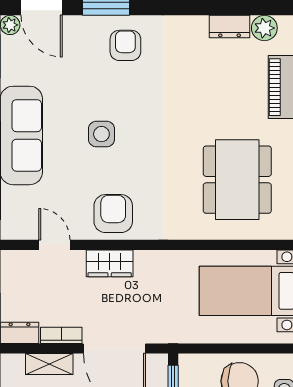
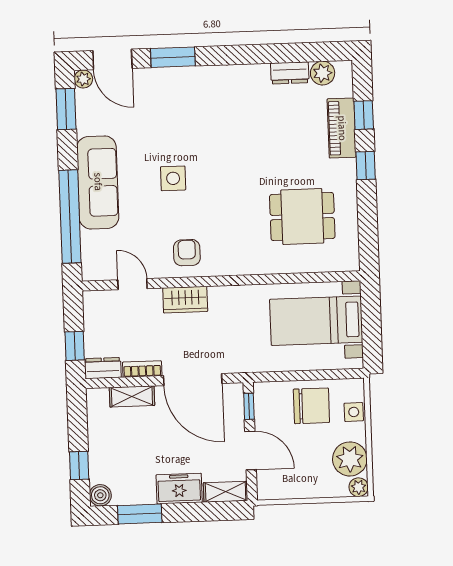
armchair: (125, 45) -> (193, 94), removed
dining table: (237, 180) -> (302, 217), width x0.73
armchair: (113, 214) -> (187, 253), width x0.72, depth x0.72

